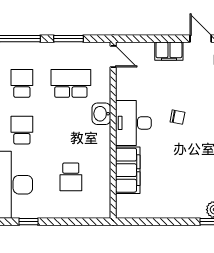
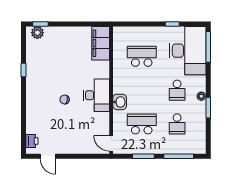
filing cabinet: (169, 51) -> (71, 147), removed
school desk: (71, 83) -> (142, 124), turned 180
filing cabinet: (128, 170) -> (101, 43), moved
school desk: (71, 177) -> (142, 56), width x1.85

